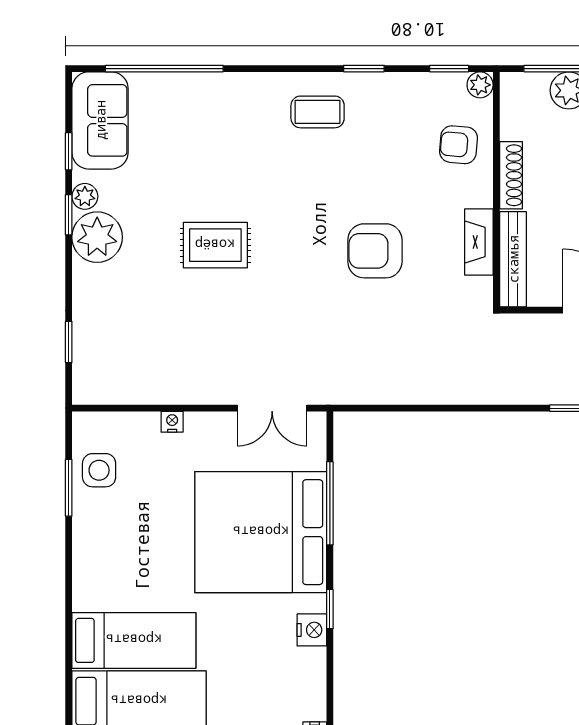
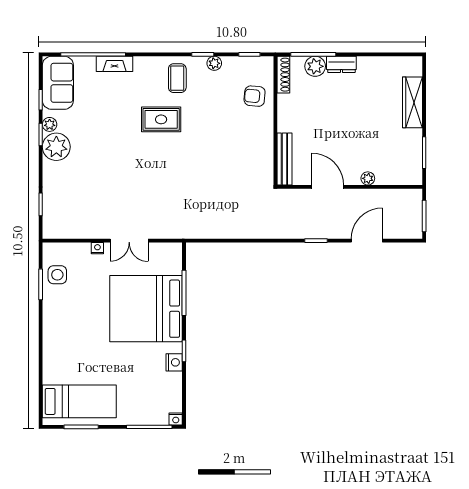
plant: (480, 85) -> (214, 63), moved
coffee table: (318, 112) -> (177, 78), turned 90
shoe rack: (511, 175) -> (283, 75), moved
fireplace: (479, 242) -> (115, 64), moved, turned -90
rug: (215, 245) -> (161, 119), moved
armchair: (375, 251) -> (209, 154), removed
double door: (272, 408) -> (129, 241), moved
bed: (134, 640) -> (76, 368), removed

